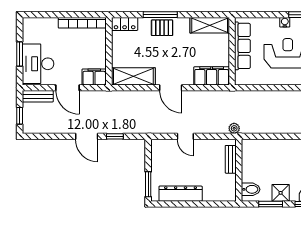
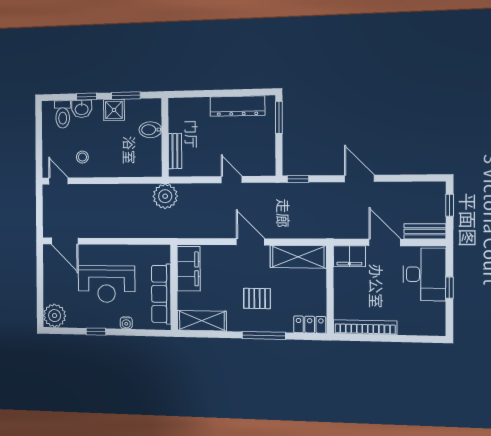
water cooler: (285, 22) -> (126, 323), moved
pallet: (162, 28) -> (257, 298), moved
window: (20, 54) -> (449, 288), width x0.67
filing cabinet: (212, 76) -> (189, 269), moved, turned -90
plant: (234, 128) -> (165, 196), width x1.88, depth x1.88
window: (115, 136) -> (298, 179), moved
bidet: (251, 189) -> (150, 130), moved

